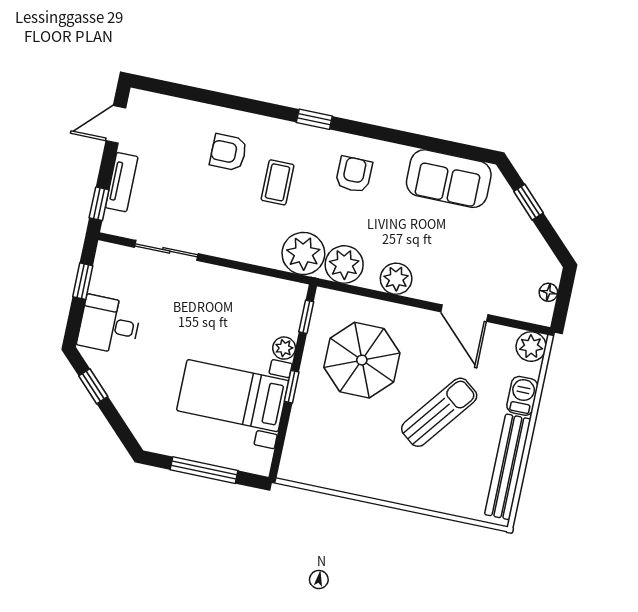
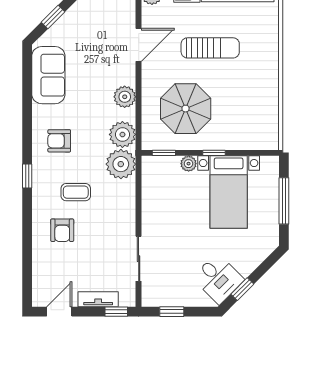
door: (116, 124) -> (59, 312), swing flipped
desk: (109, 325) -> (218, 279), moved, turned -45
sun lounger: (439, 412) -> (210, 48), turned 142

